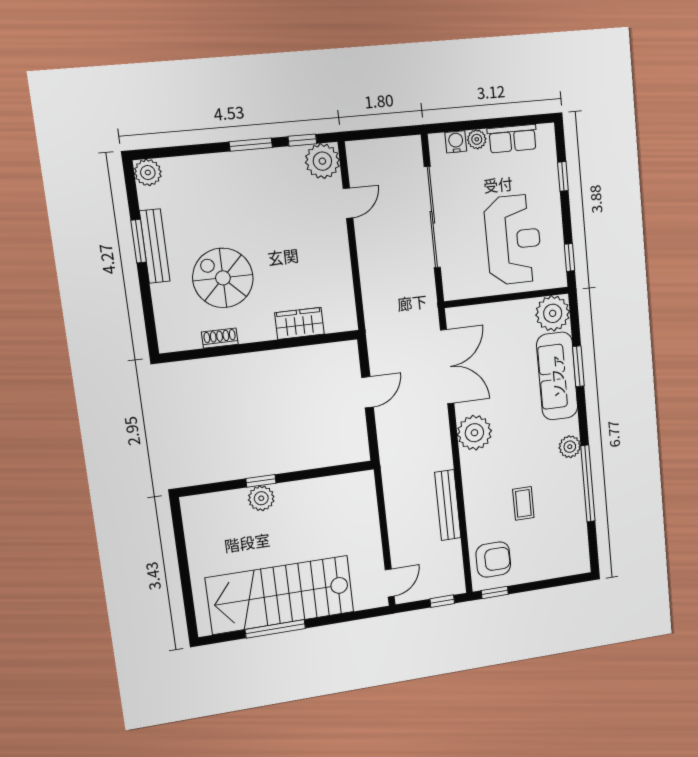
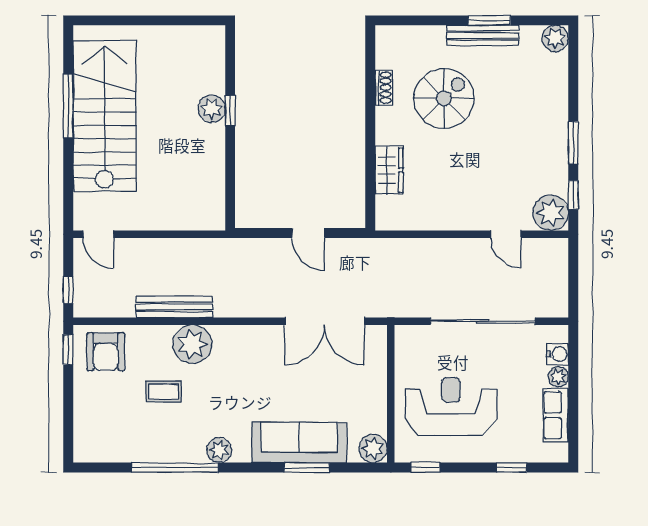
reception desk: (513, 240) -> (451, 407), turned 180
plant: (553, 313) -> (373, 448), width x0.73, depth x0.73
plant: (474, 433) -> (192, 344), moved

